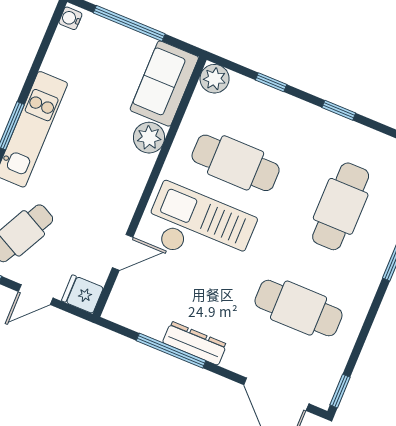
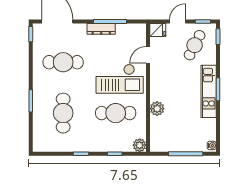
sofa: (164, 84) -> (160, 134), removed

